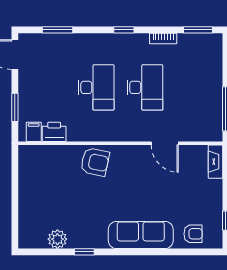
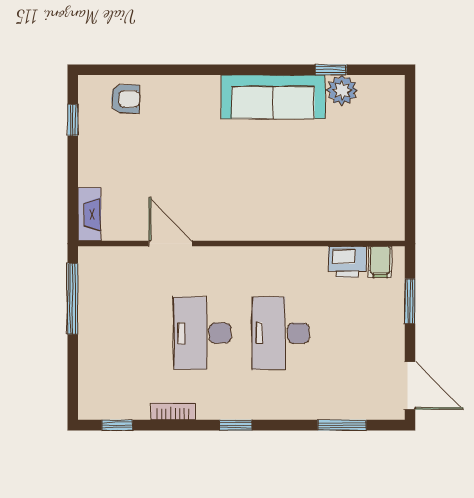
window: (198, 30) -> (117, 425), width x0.67
armchair: (95, 162) -> (282, 214), removed
armchair: (193, 234) -> (125, 99), turned 180
sofa: (141, 235) -> (273, 97), moved
window: (84, 252) -> (331, 70), moved

